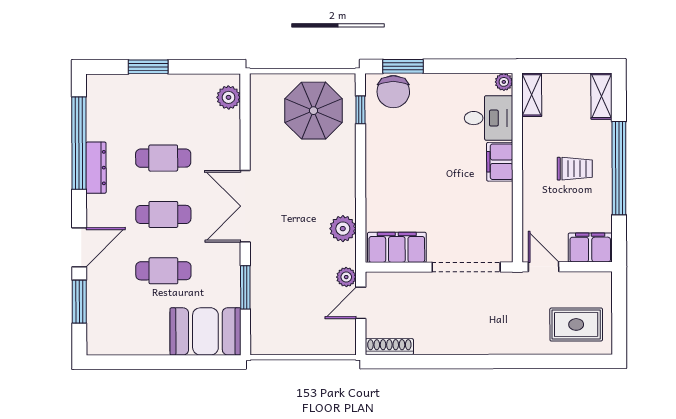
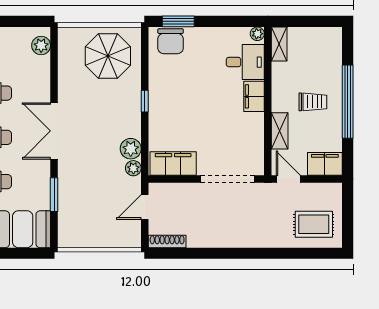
shelving: (601, 96) -> (280, 131), moved
window: (360, 110) -> (145, 101), moved
plant: (346, 277) -> (133, 168), moved

